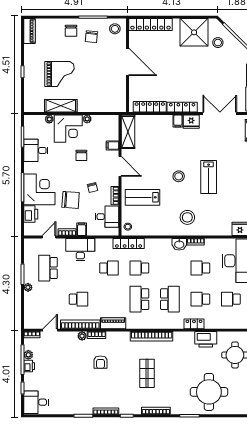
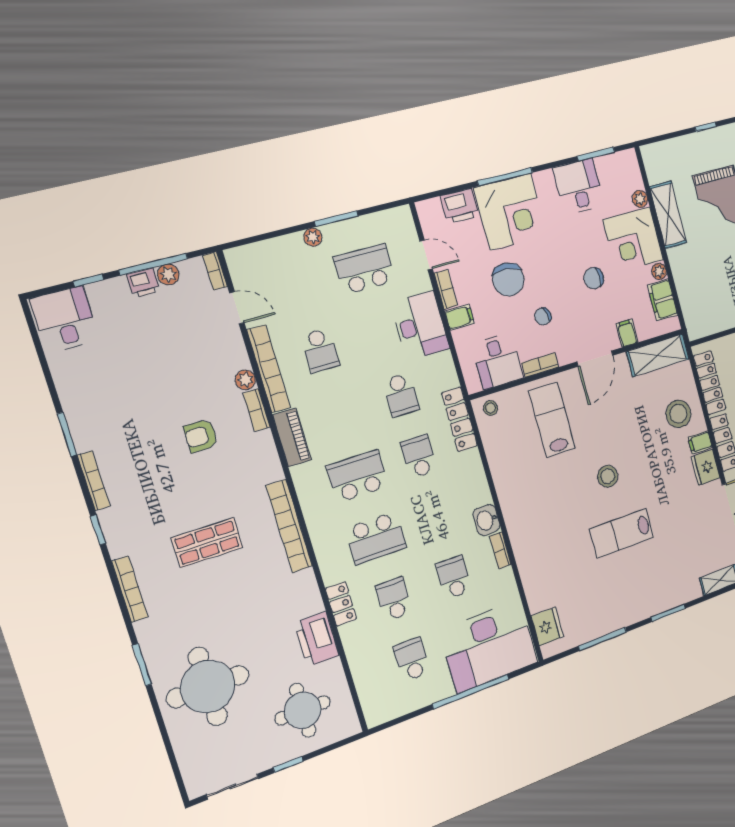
filing cabinet: (102, 121) -> (663, 300), added
stool: (187, 217) -> (678, 414), moved

